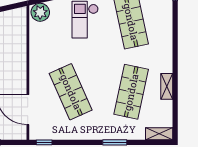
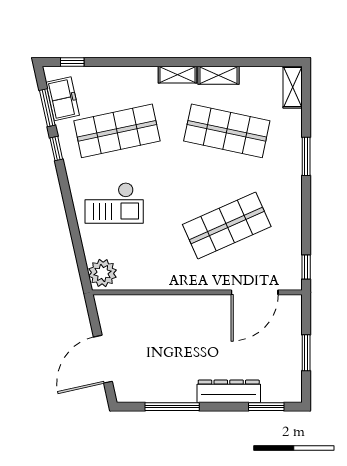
shelving: (167, 60) -> (177, 75), added

